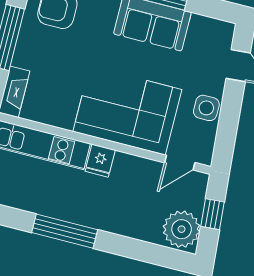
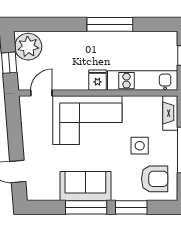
side table: (206, 108) -> (140, 146), moved

